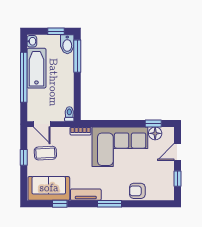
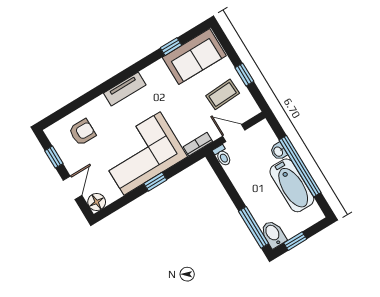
washbasin: (32, 41) -> (278, 151), moved
door: (42, 124) -> (234, 133), moved
window: (153, 124) -> (155, 182), moved
floor lamp: (155, 133) -> (97, 202), moved
armchair: (137, 191) -> (82, 132), moved
tv unit: (86, 195) -> (125, 89), moved
window: (109, 204) -> (114, 81), removed

